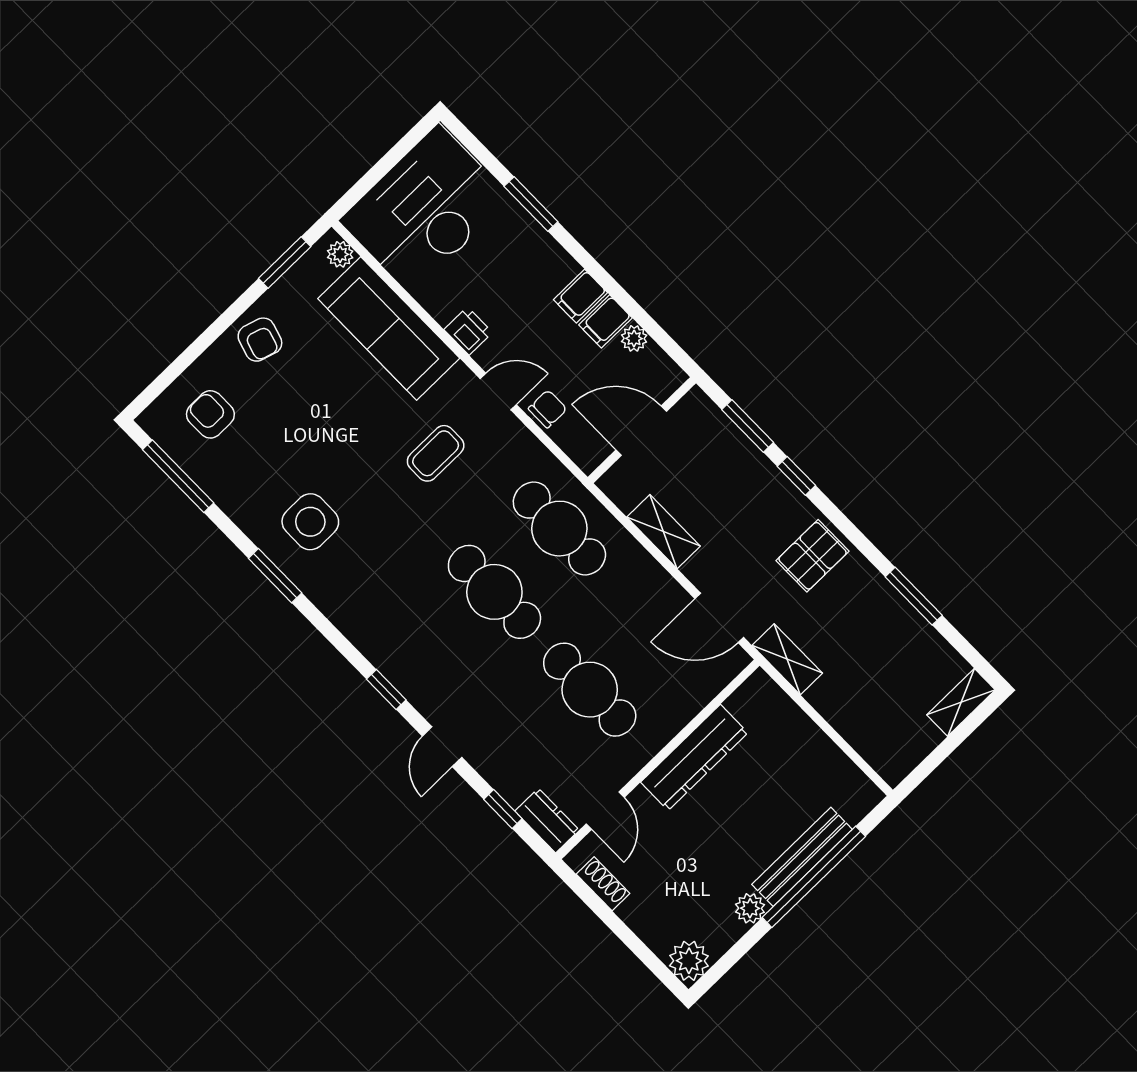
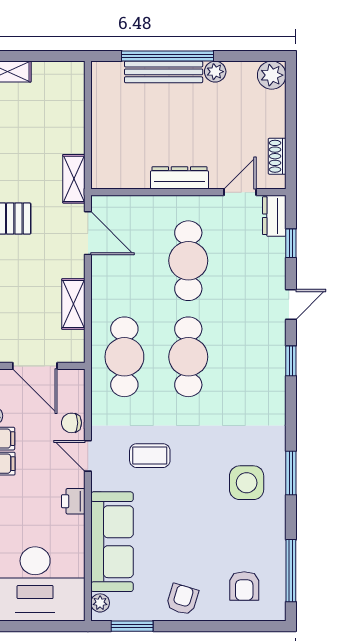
dresser: (694, 757) -> (179, 178), width x0.73, depth x0.80

